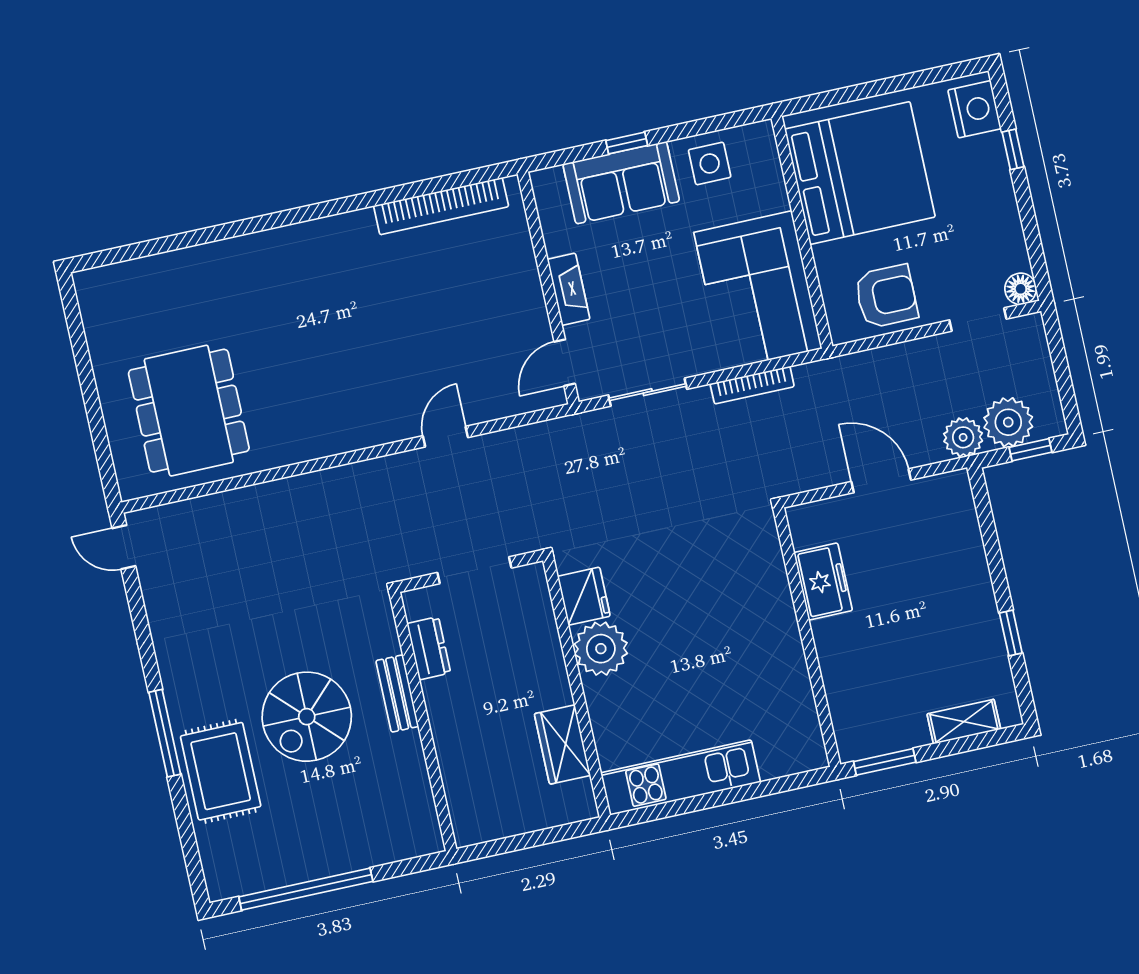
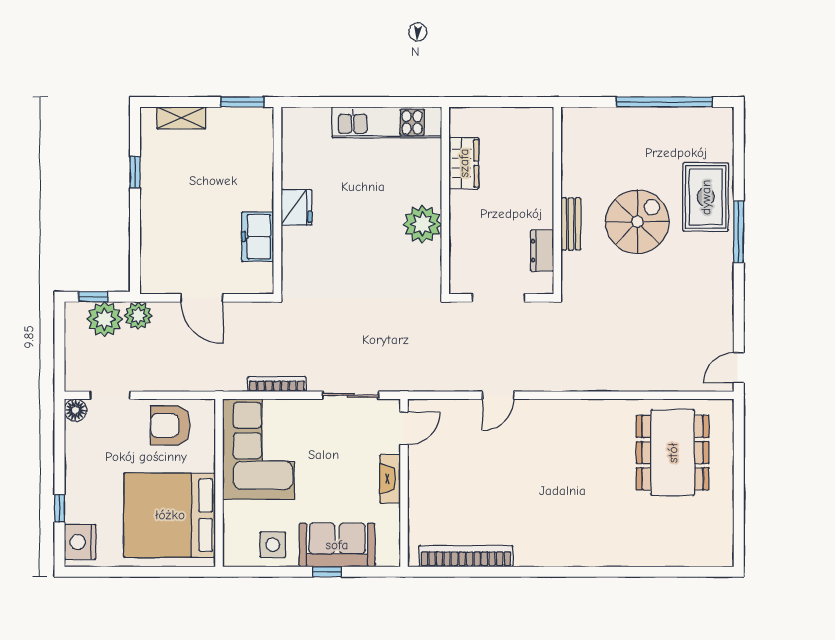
door: (124, 547) -> (739, 368), swing flipped
fridge: (584, 596) -> (296, 207), moved, turned 180

